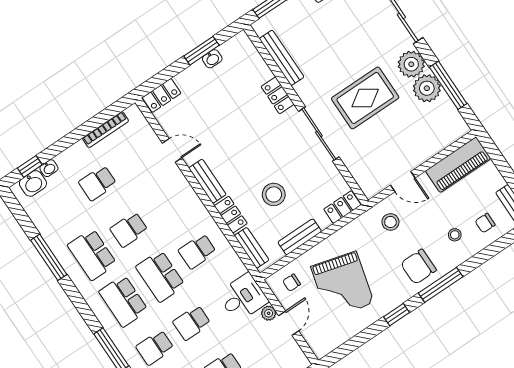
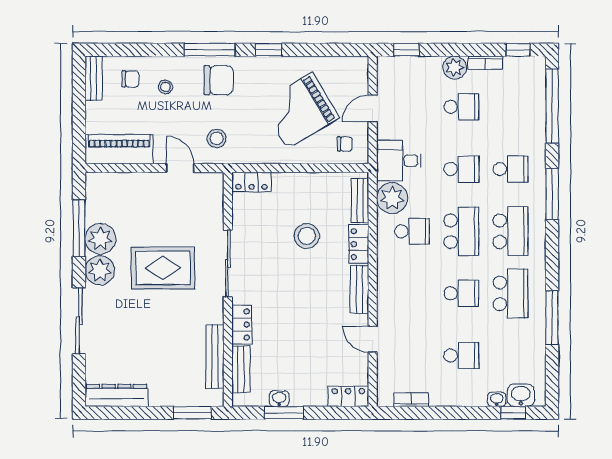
bookcase: (106, 130) -> (411, 400), width x0.64
bench: (300, 237) -> (241, 369), moved, turned 90
grand piano: (342, 285) -> (300, 111), turned -136
plant: (269, 313) -> (392, 198), moved, width x1.88, depth x1.88

